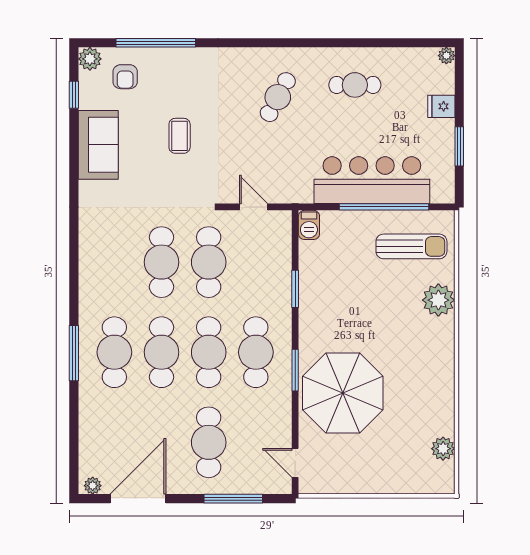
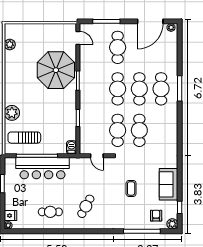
fridge: (441, 106) -> (11, 216), moved
cafe table: (256, 352) -> (96, 89), removed

